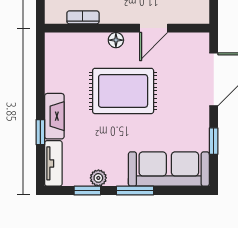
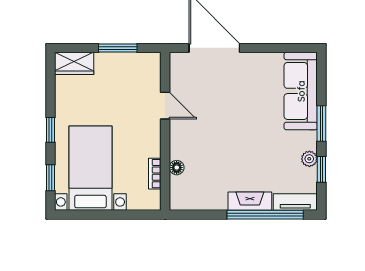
floor lamp: (116, 40) -> (177, 168), moved
rug: (123, 91) -> (226, 135), removed
window: (40, 132) -> (265, 215), width x3.17
window: (214, 141) -> (274, 48), removed

